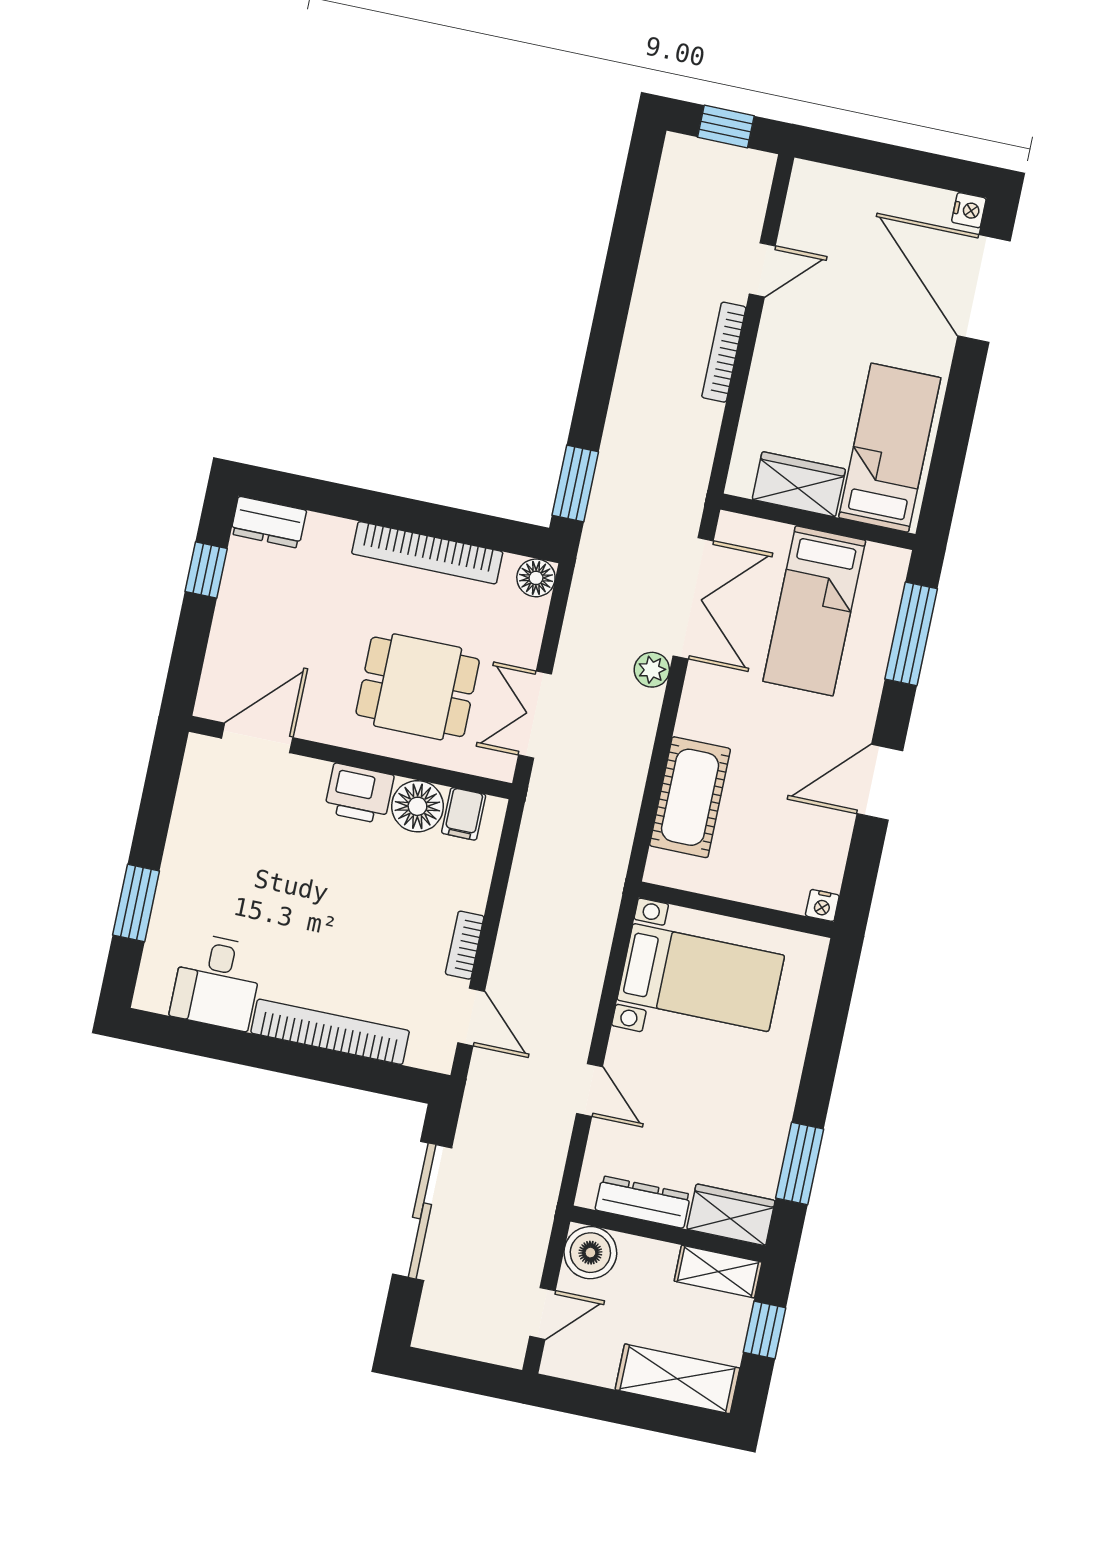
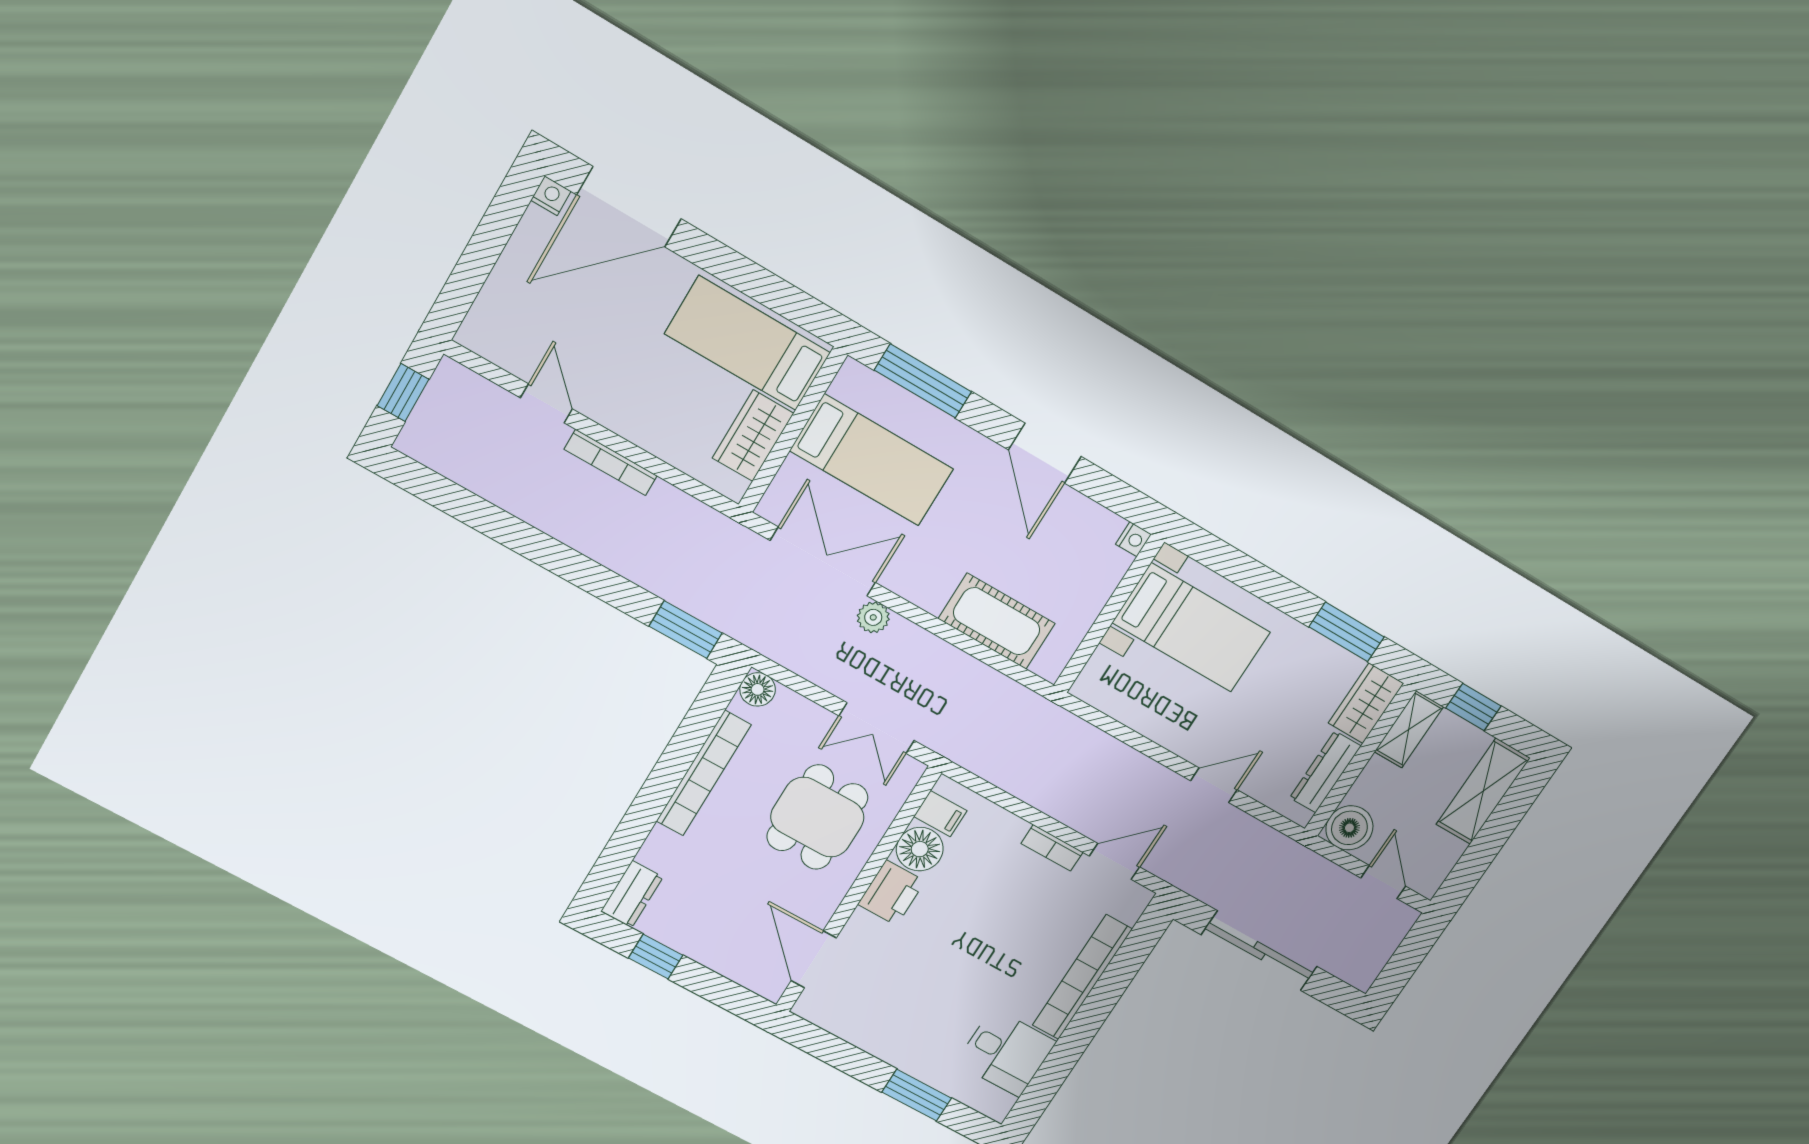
bed with nightstands: (701, 978) -> (1191, 627), moved, turned 90

